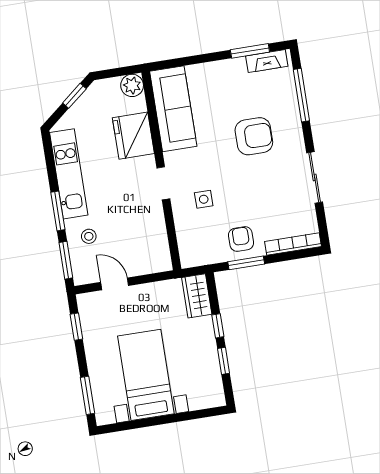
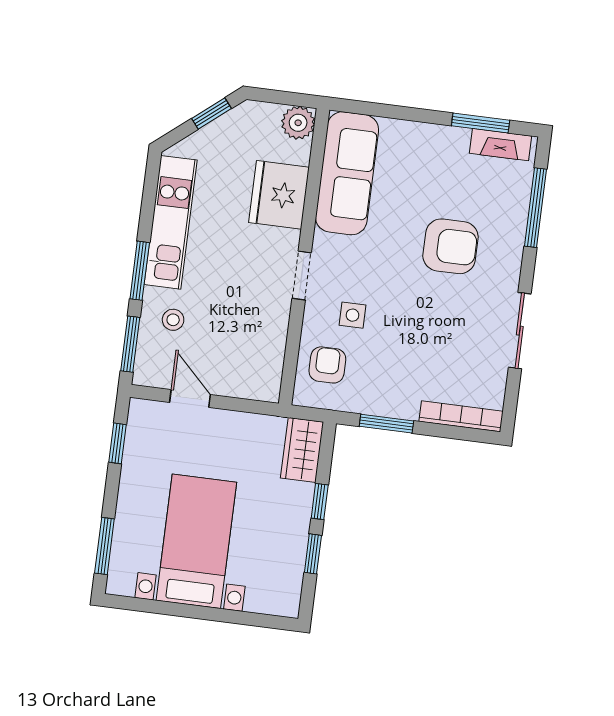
armchair: (241, 239) -> (327, 365), moved

